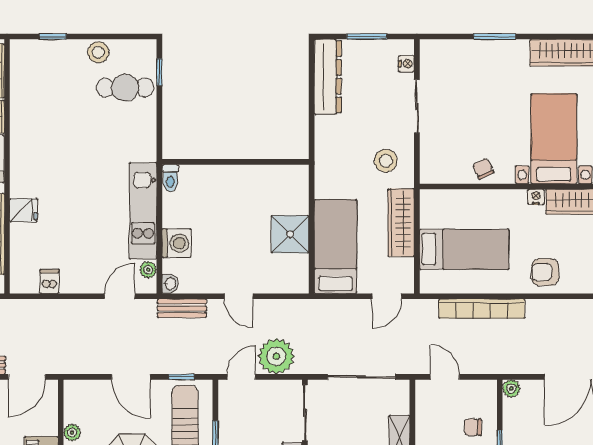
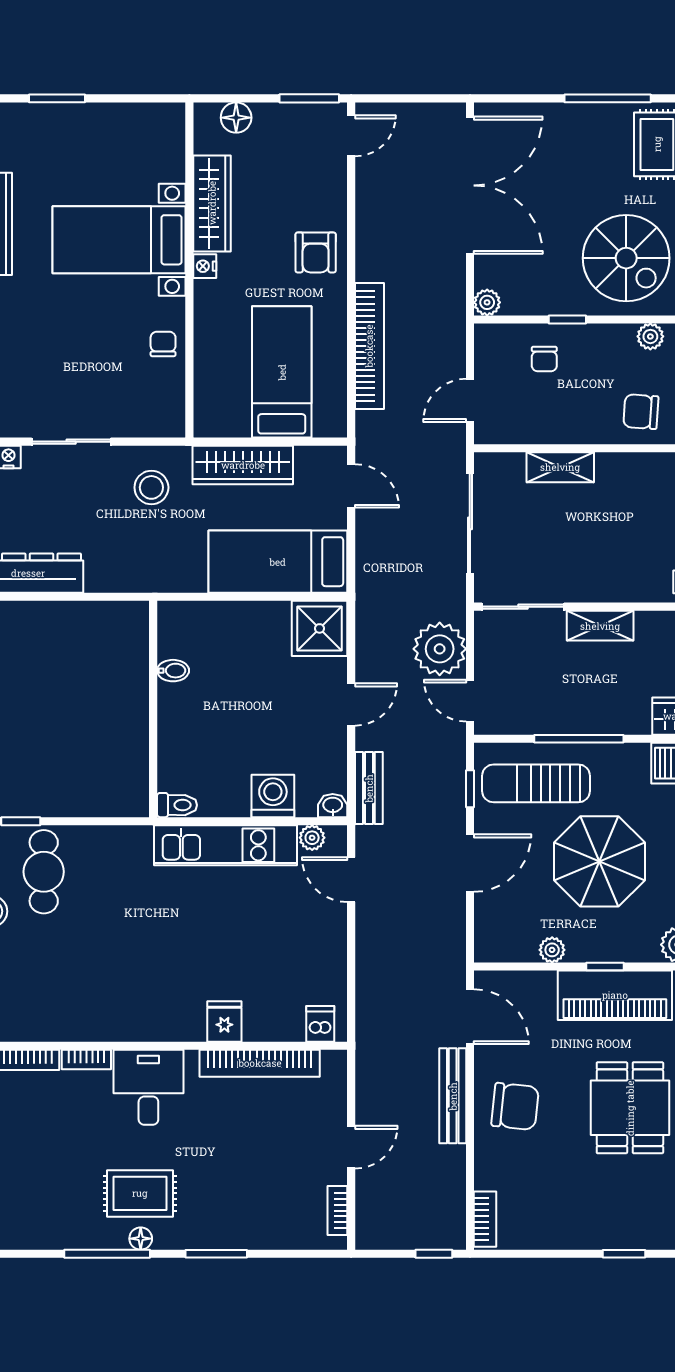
chair: (483, 169) -> (163, 344), turned 115
bidet: (262, 175) -> (173, 671), added
shower: (290, 234) -> (319, 628), moved
dishwasher: (50, 281) -> (320, 1024), moved, turned 90

